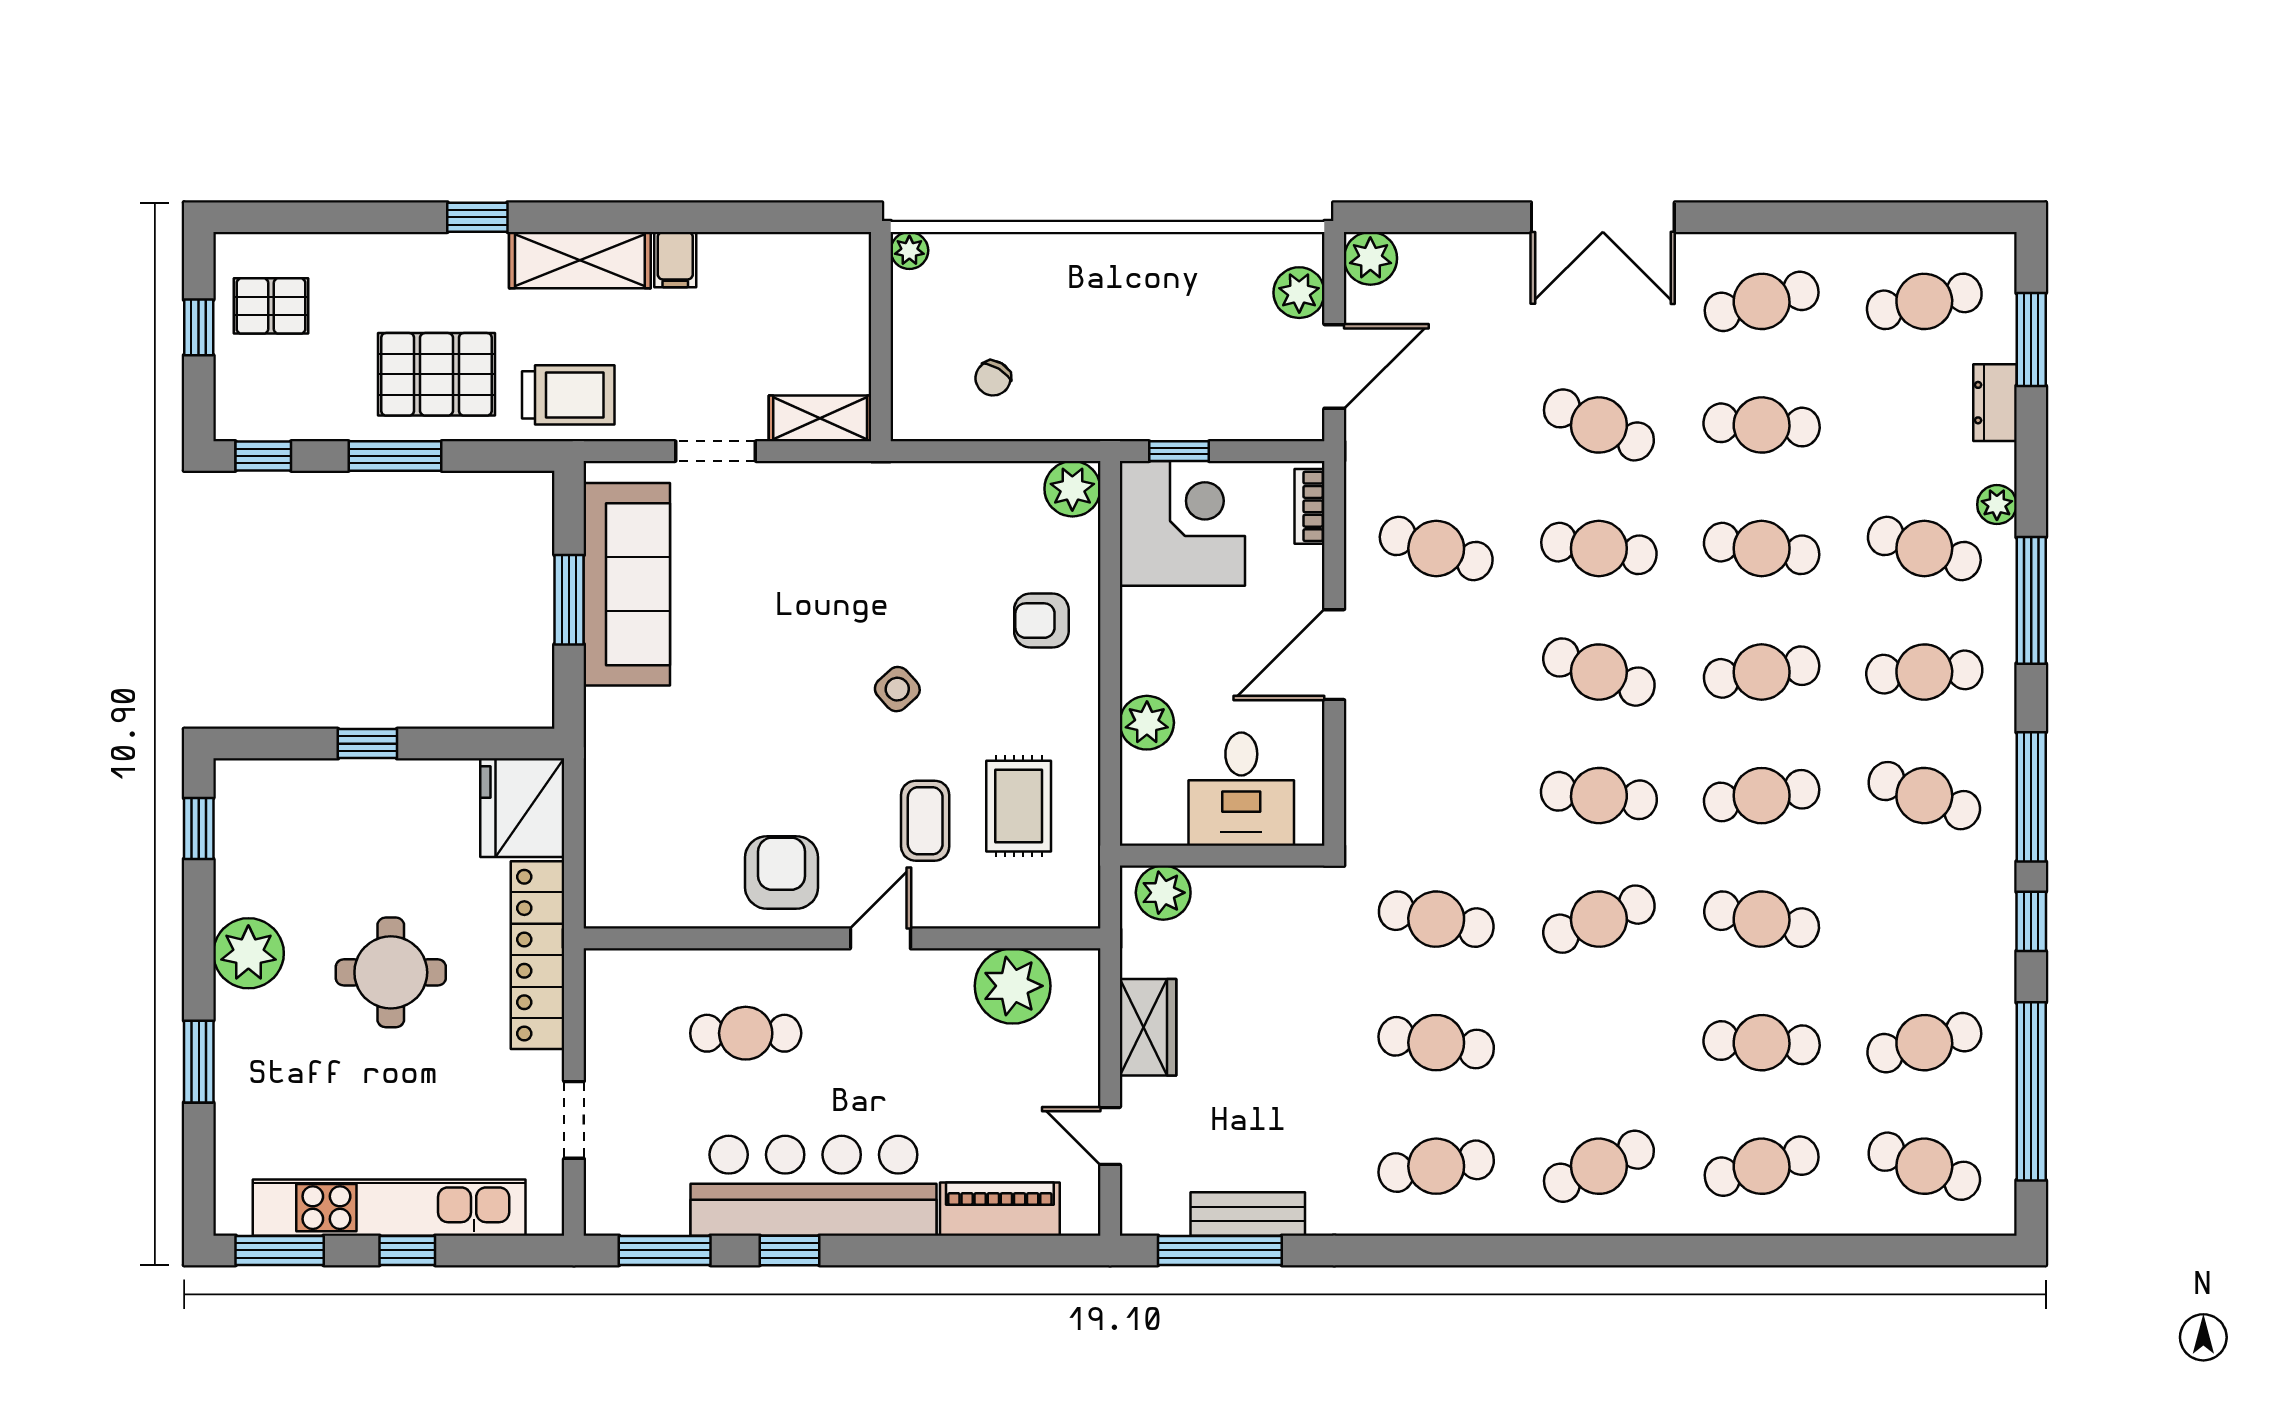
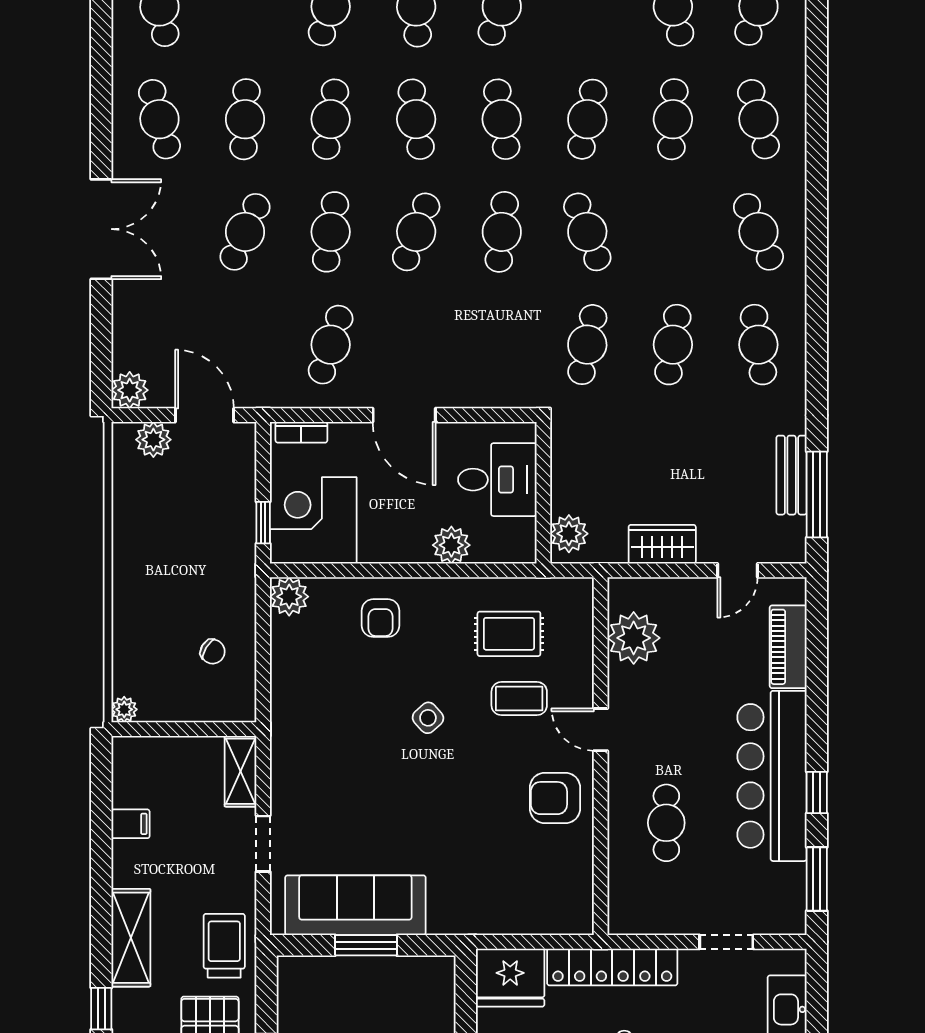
filing cabinet: (675, 260) -> (130, 824), moved

